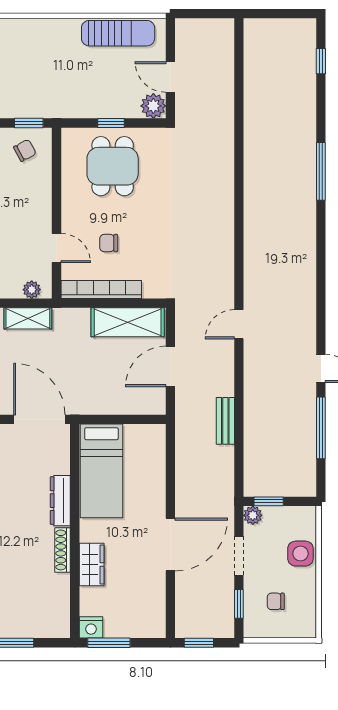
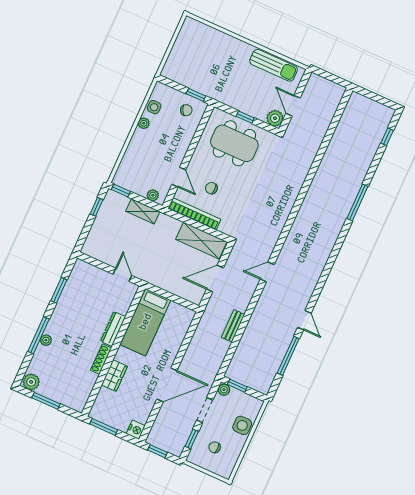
dining table: (113, 166) -> (234, 143), width x1.37
door: (39, 419) -> (122, 275), width x0.53
nightstand: (91, 627) -> (136, 430), moved, turned -90

